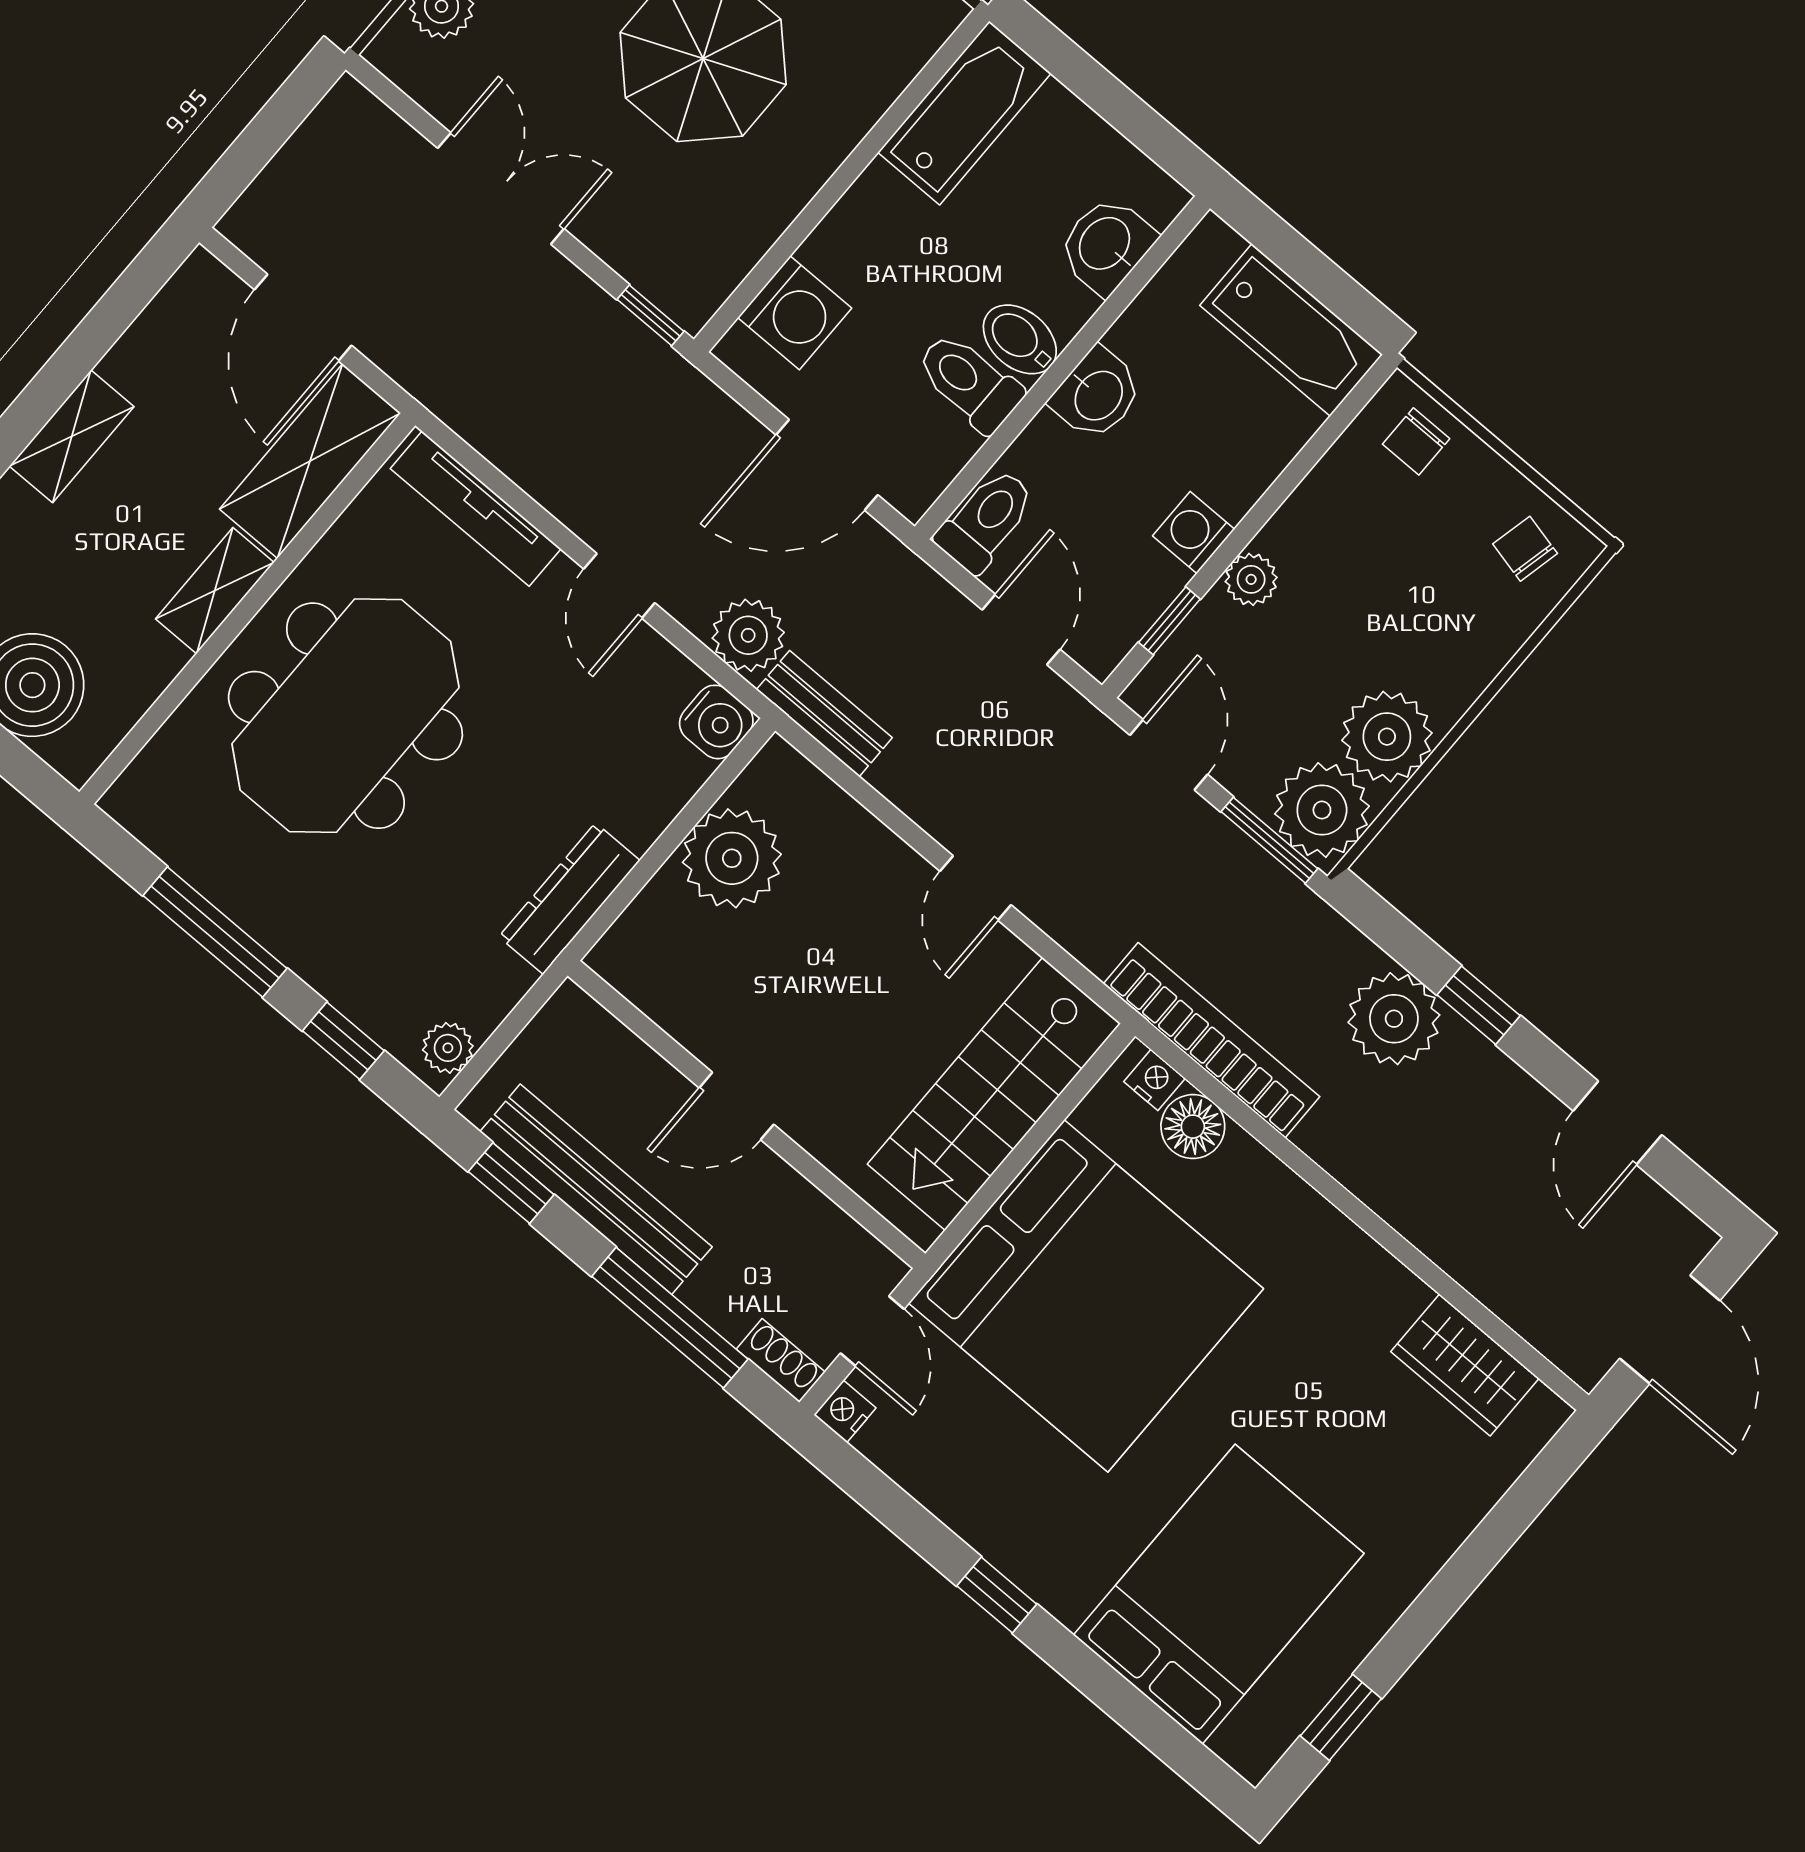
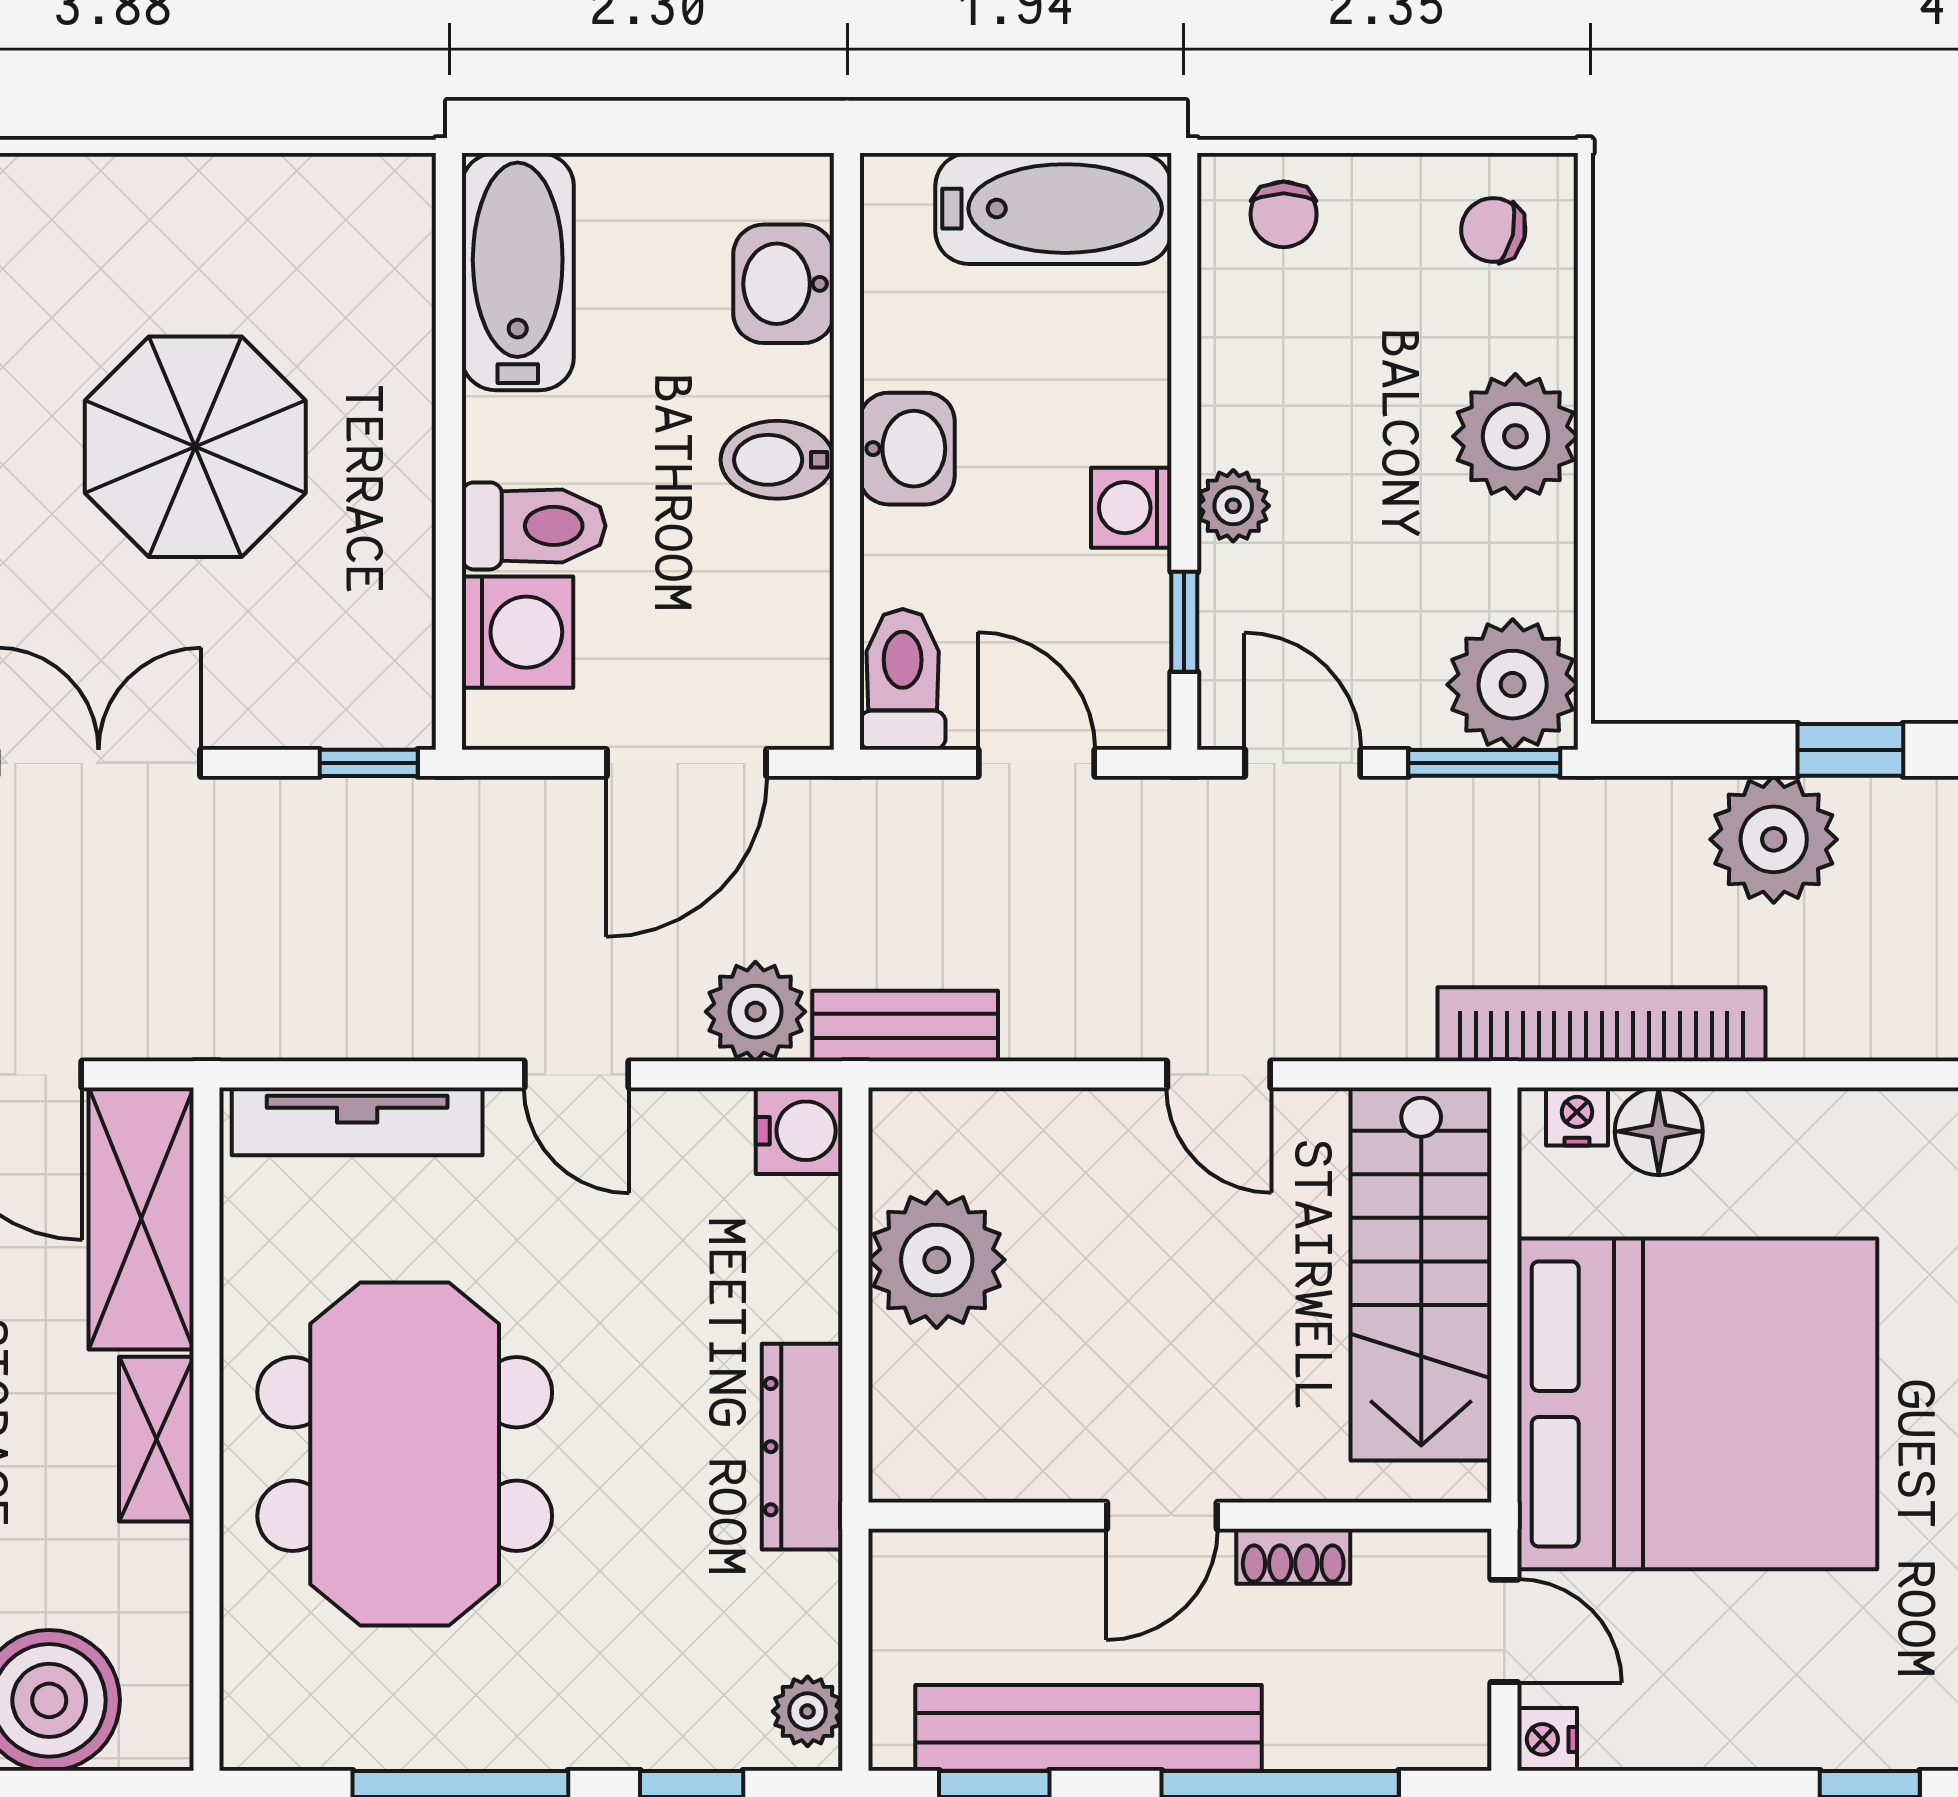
toilet: (969, 382) -> (534, 526), moved, turned 180
plant: (1387, 737) -> (1515, 436), moved
shoe rack: (781, 1361) -> (1293, 1556), moved, turned 180

